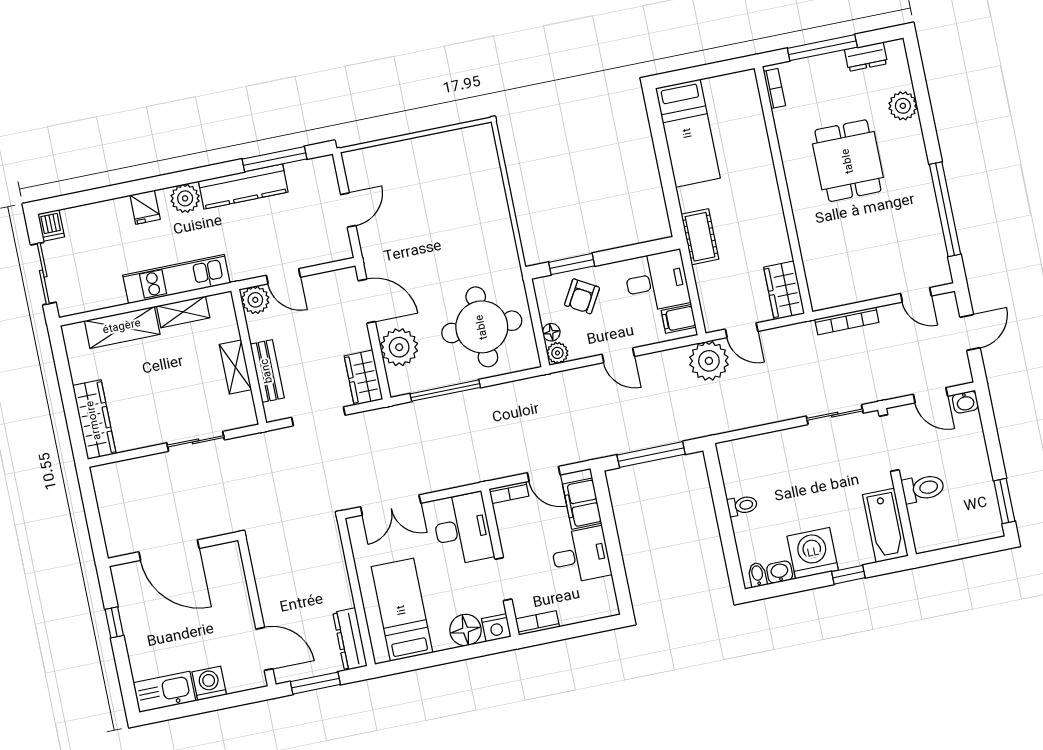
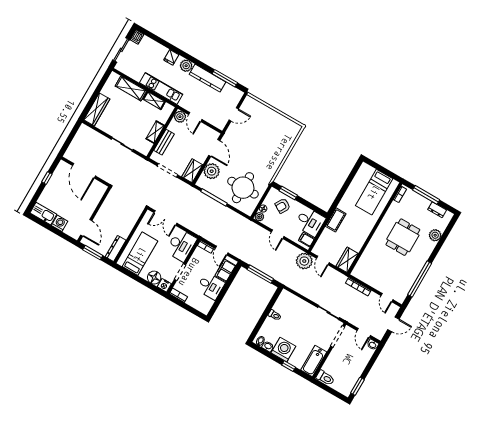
bed: (688, 133) -> (374, 192), moved
toilet: (923, 488) -> (325, 378), moved

